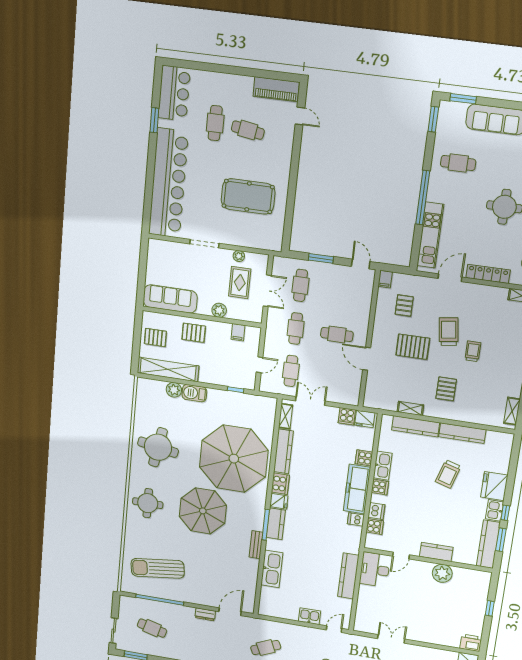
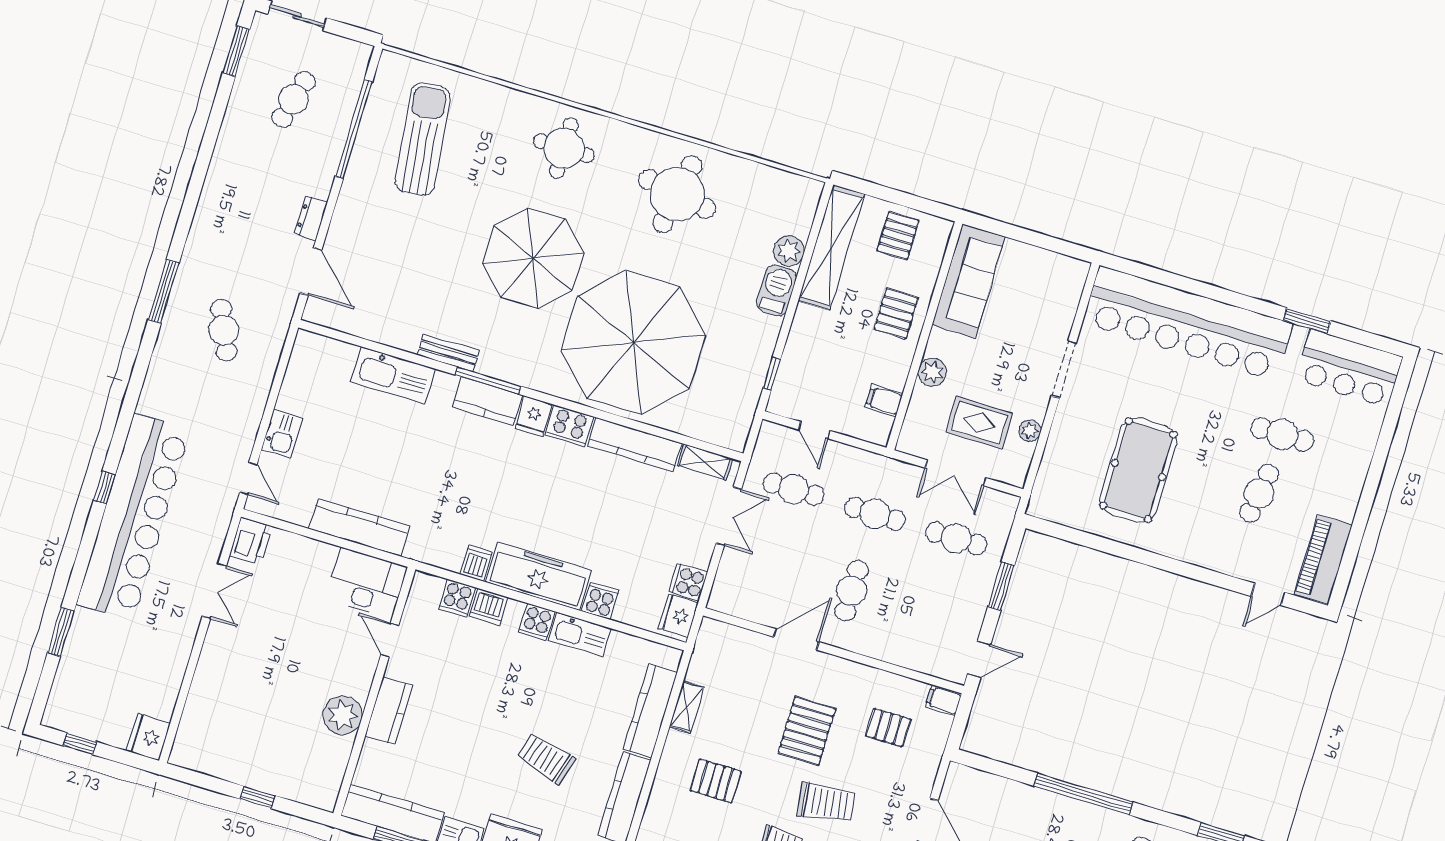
kitchen unit: (430, 235) -> (1012, 797), removed
printer: (471, 643) -> (251, 541), moved

